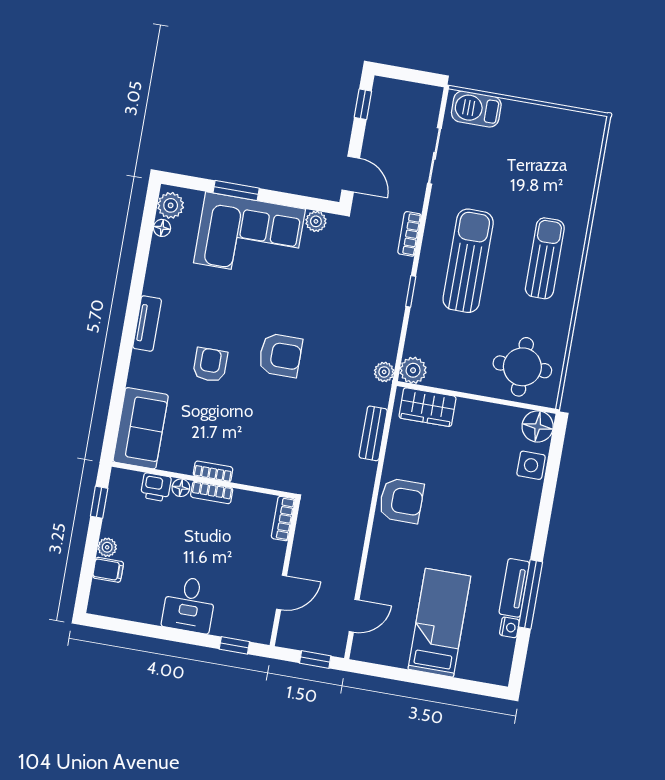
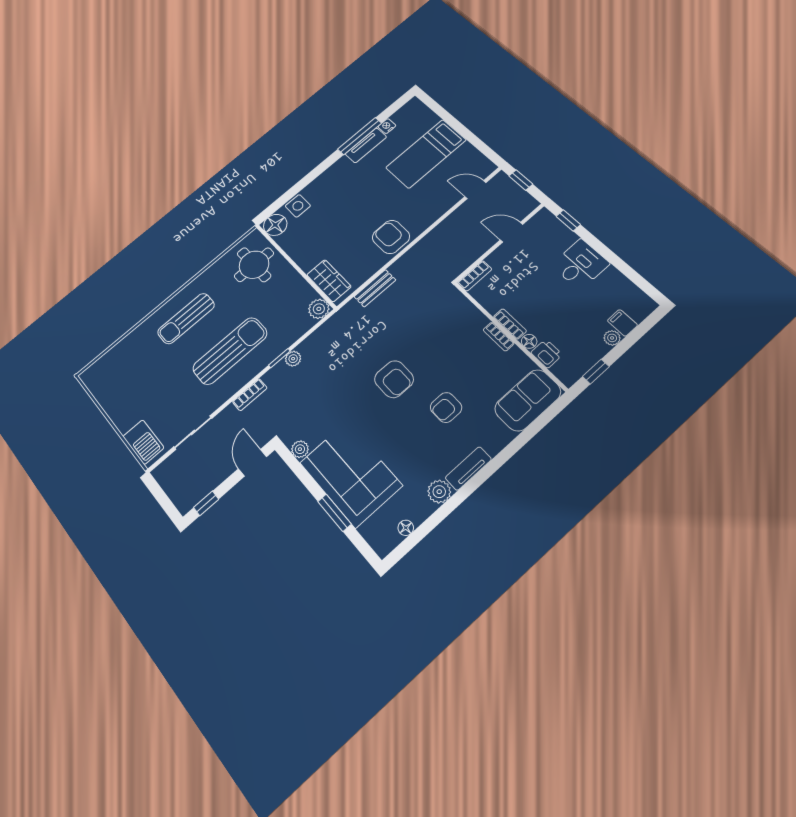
plant: (171, 205) -> (439, 492), moved
sun lounger: (468, 261) -> (230, 351), turned 180
armchair: (280, 355) -> (394, 379), turned 180
plant: (384, 372) -> (293, 359), moved

